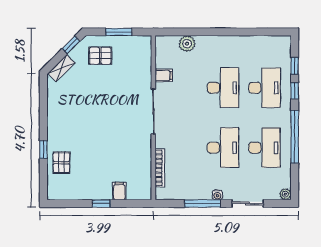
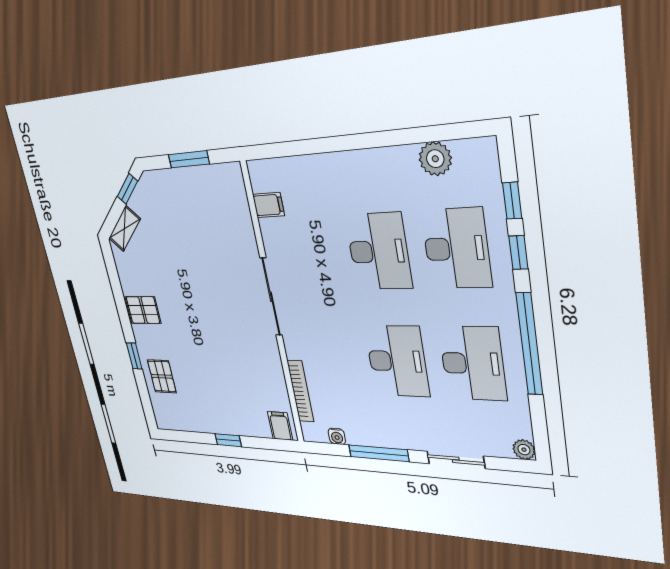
plant: (187, 44) -> (435, 159), moved
pallet: (100, 56) -> (143, 310), moved
filing cabinet: (164, 76) -> (268, 205), moved
filing cabinet: (119, 191) -> (280, 426), moved
water cooler: (217, 195) -> (337, 436), moved

